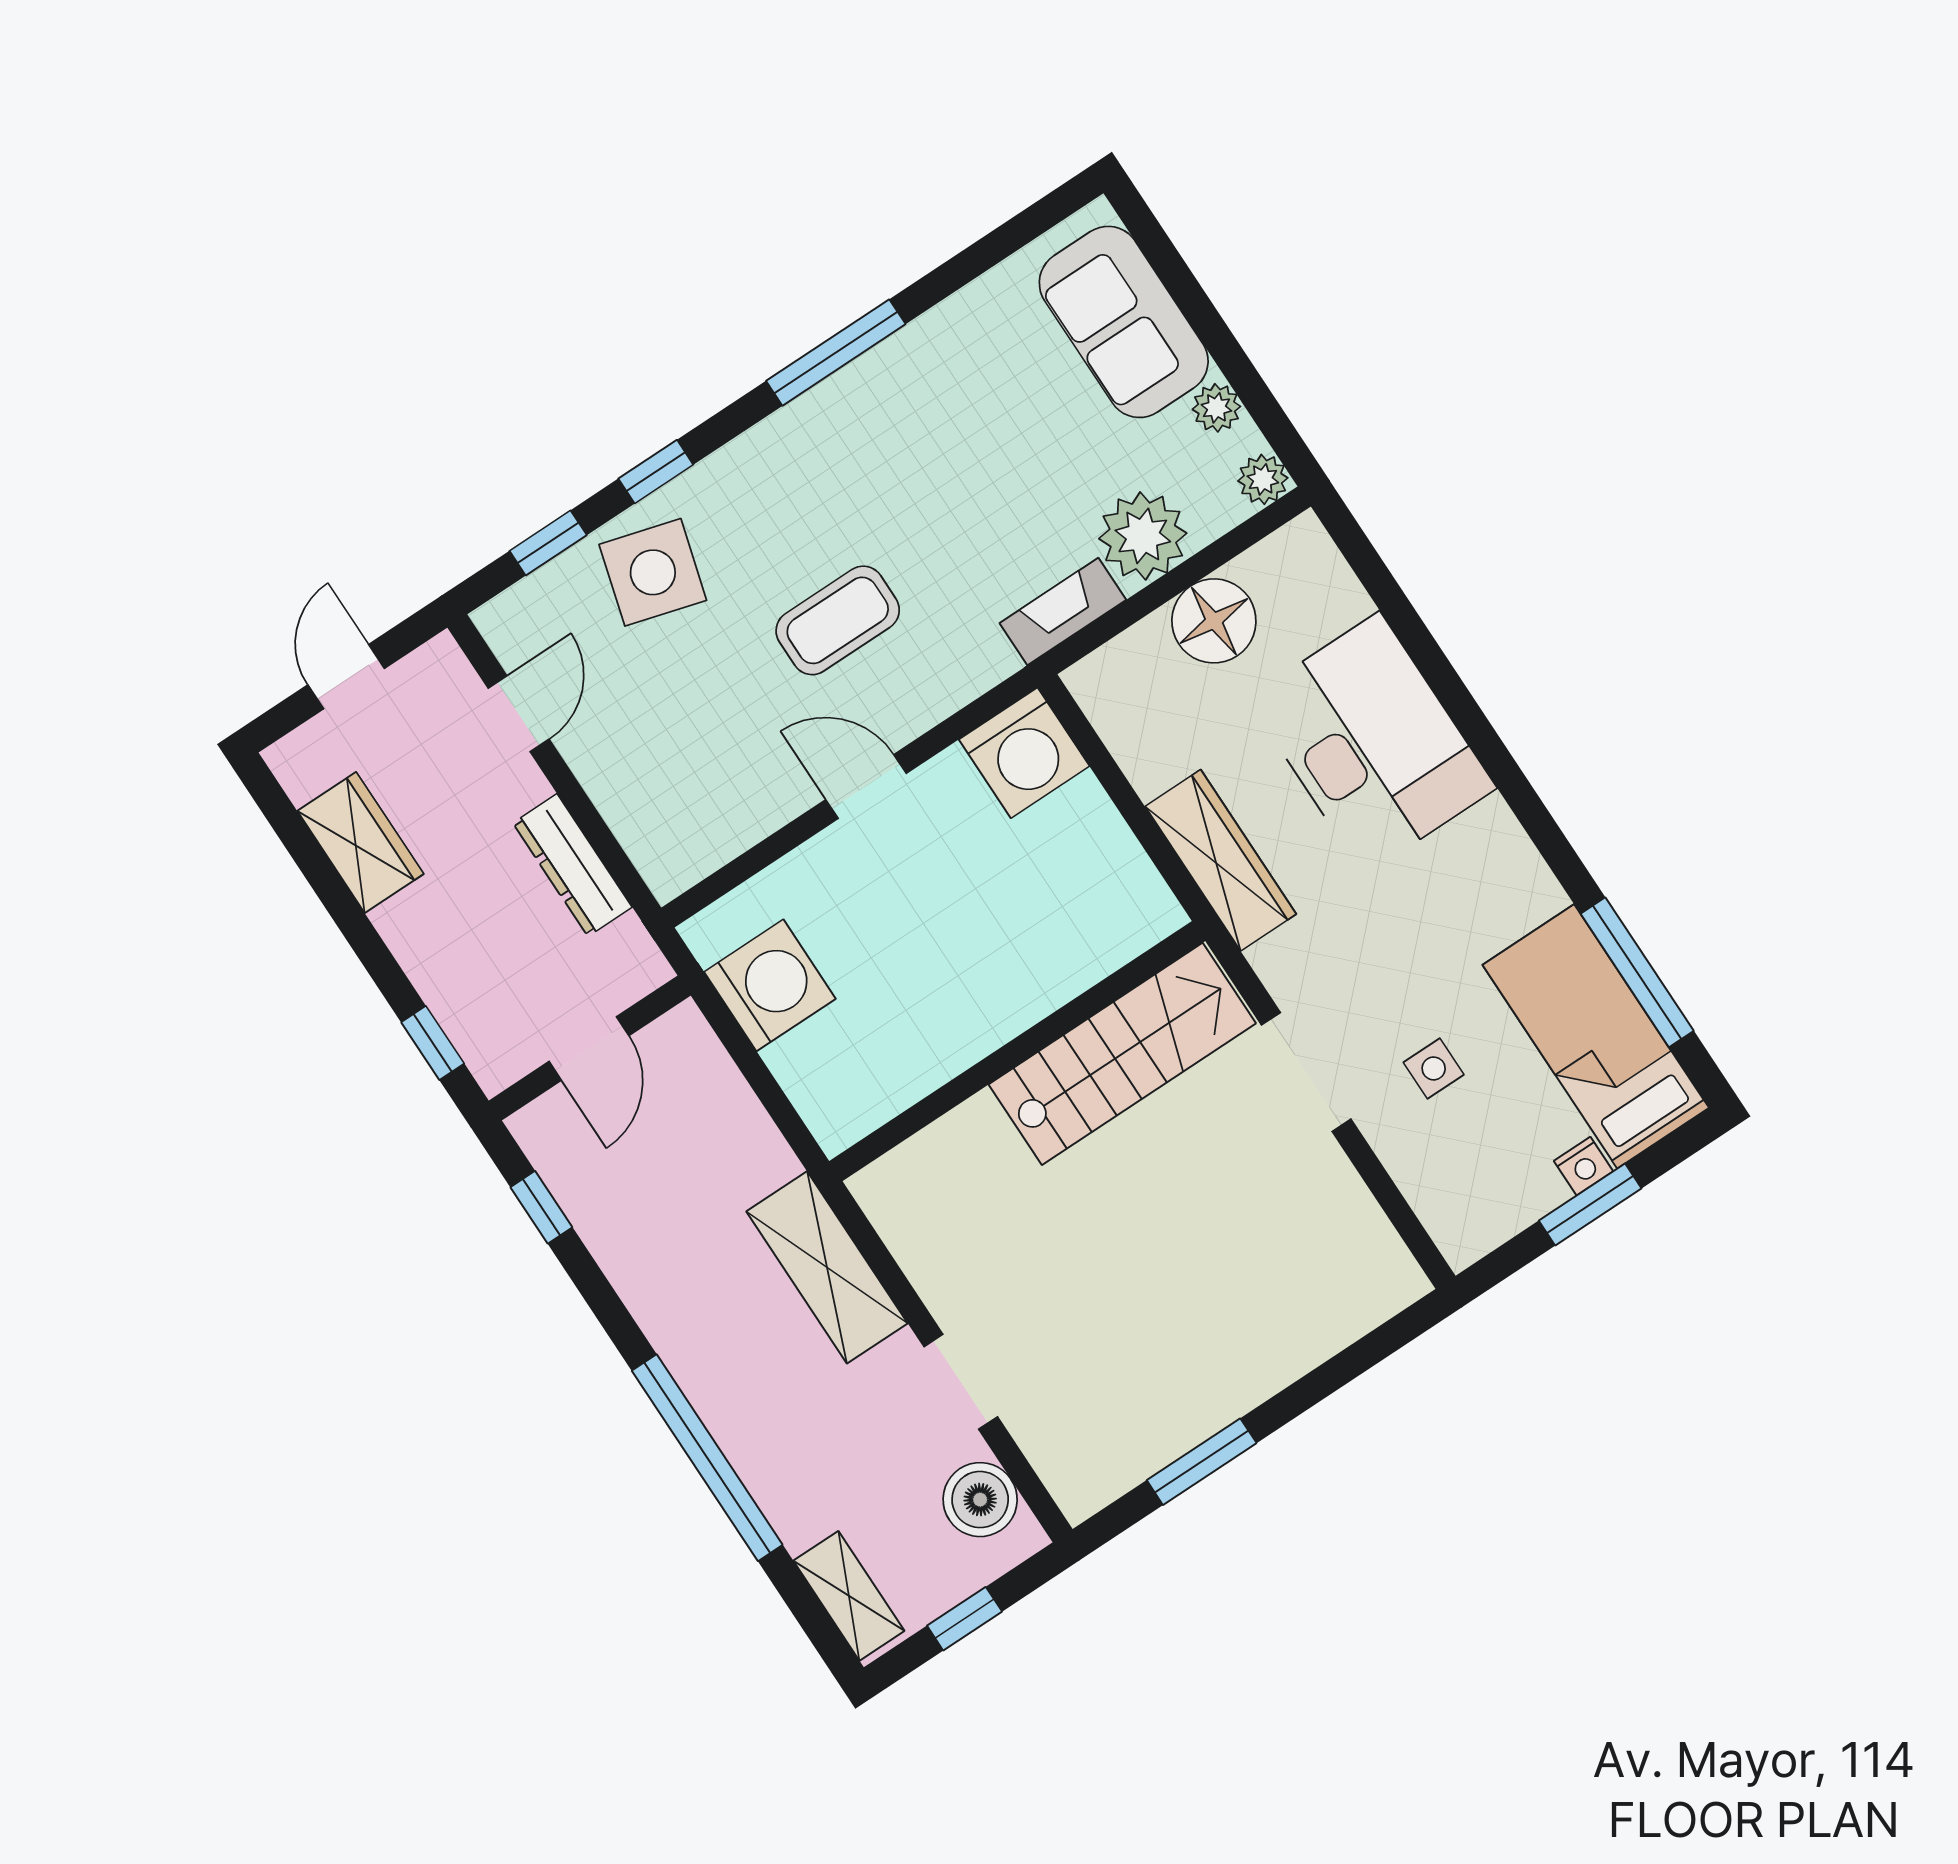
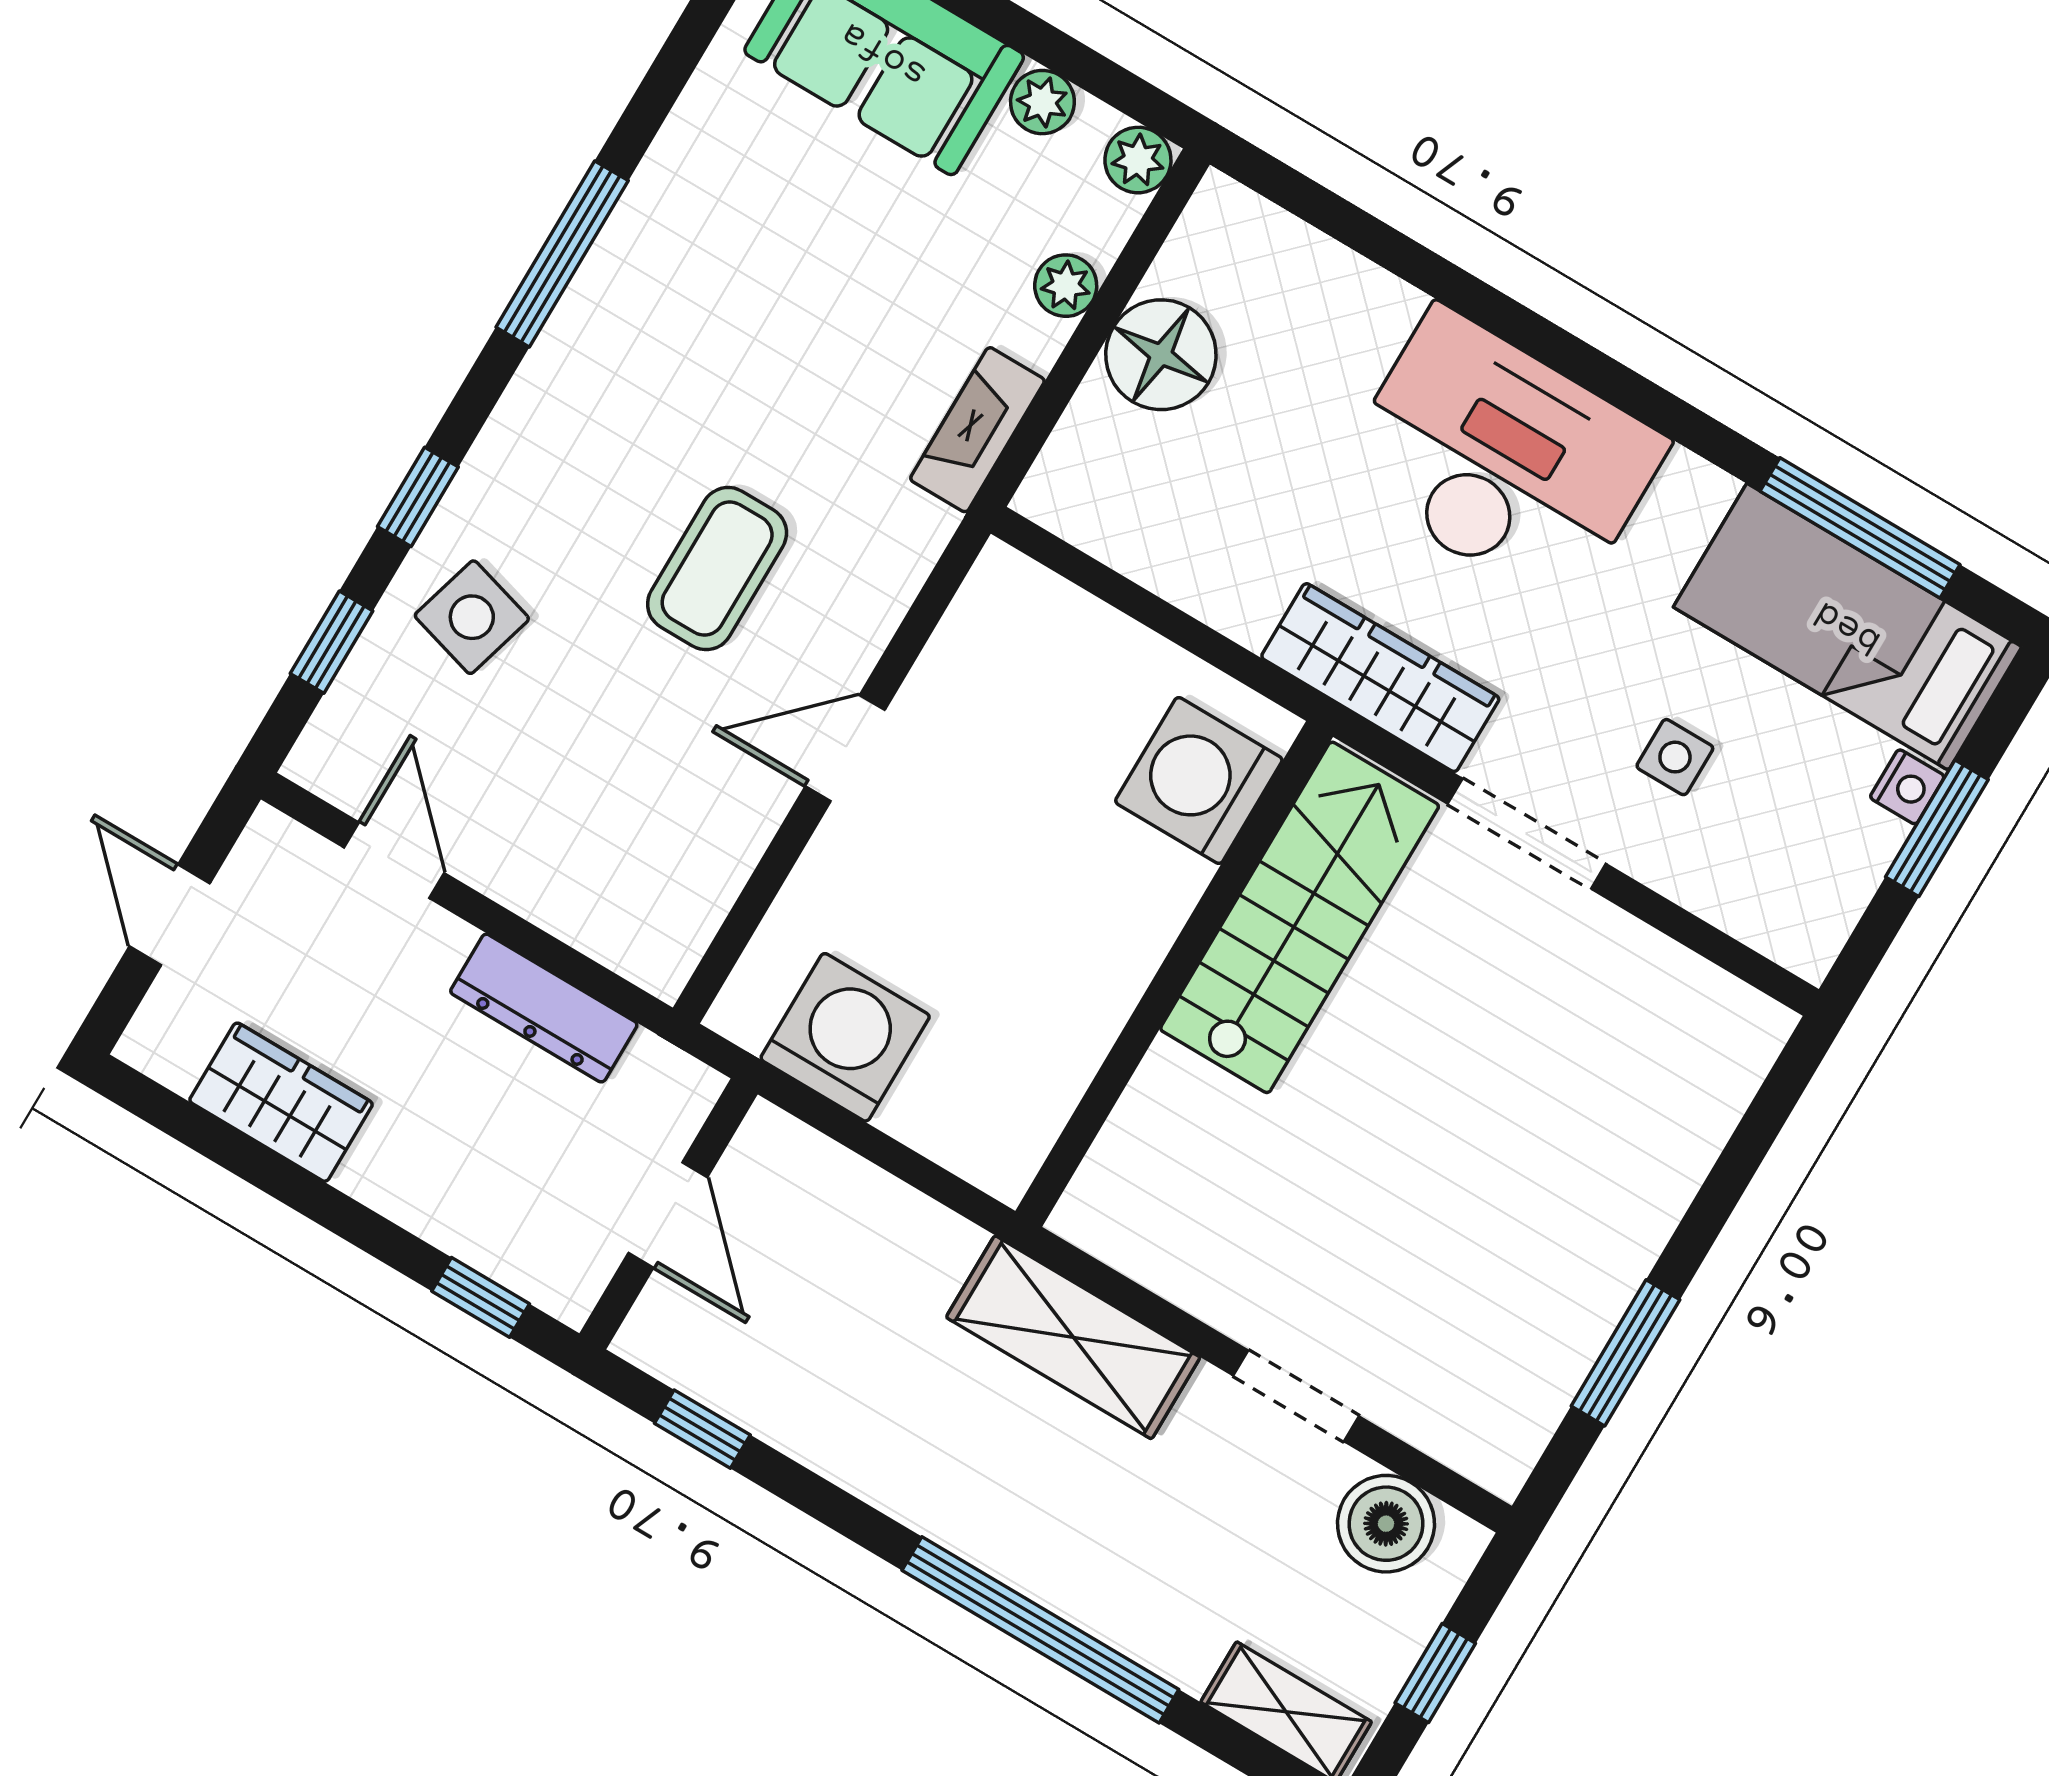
plant: (1143, 536) -> (1066, 286), width x0.53, depth x0.53
side table: (653, 572) -> (472, 617), width x0.73, depth x0.73
desk: (1372, 743) -> (1501, 459), moved
washing machine: (1024, 753) -> (1199, 780), moved, turned 180
wardrobe: (1221, 860) -> (1380, 678), moved

